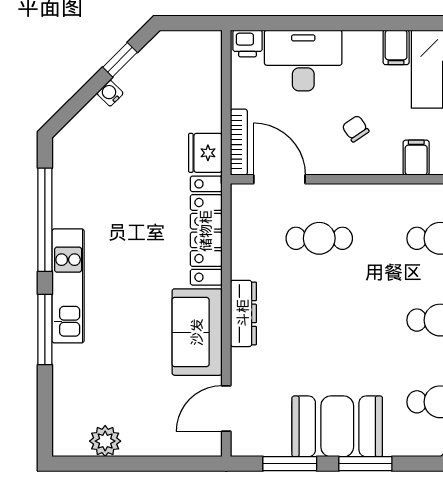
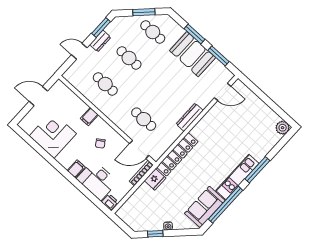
filing cabinet: (396, 47) -> (76, 169), moved
door: (279, 179) -> (139, 149), hinge flipped
sofa: (197, 332) -> (205, 207), moved, turned 180
plant: (105, 441) -> (283, 128), moved

